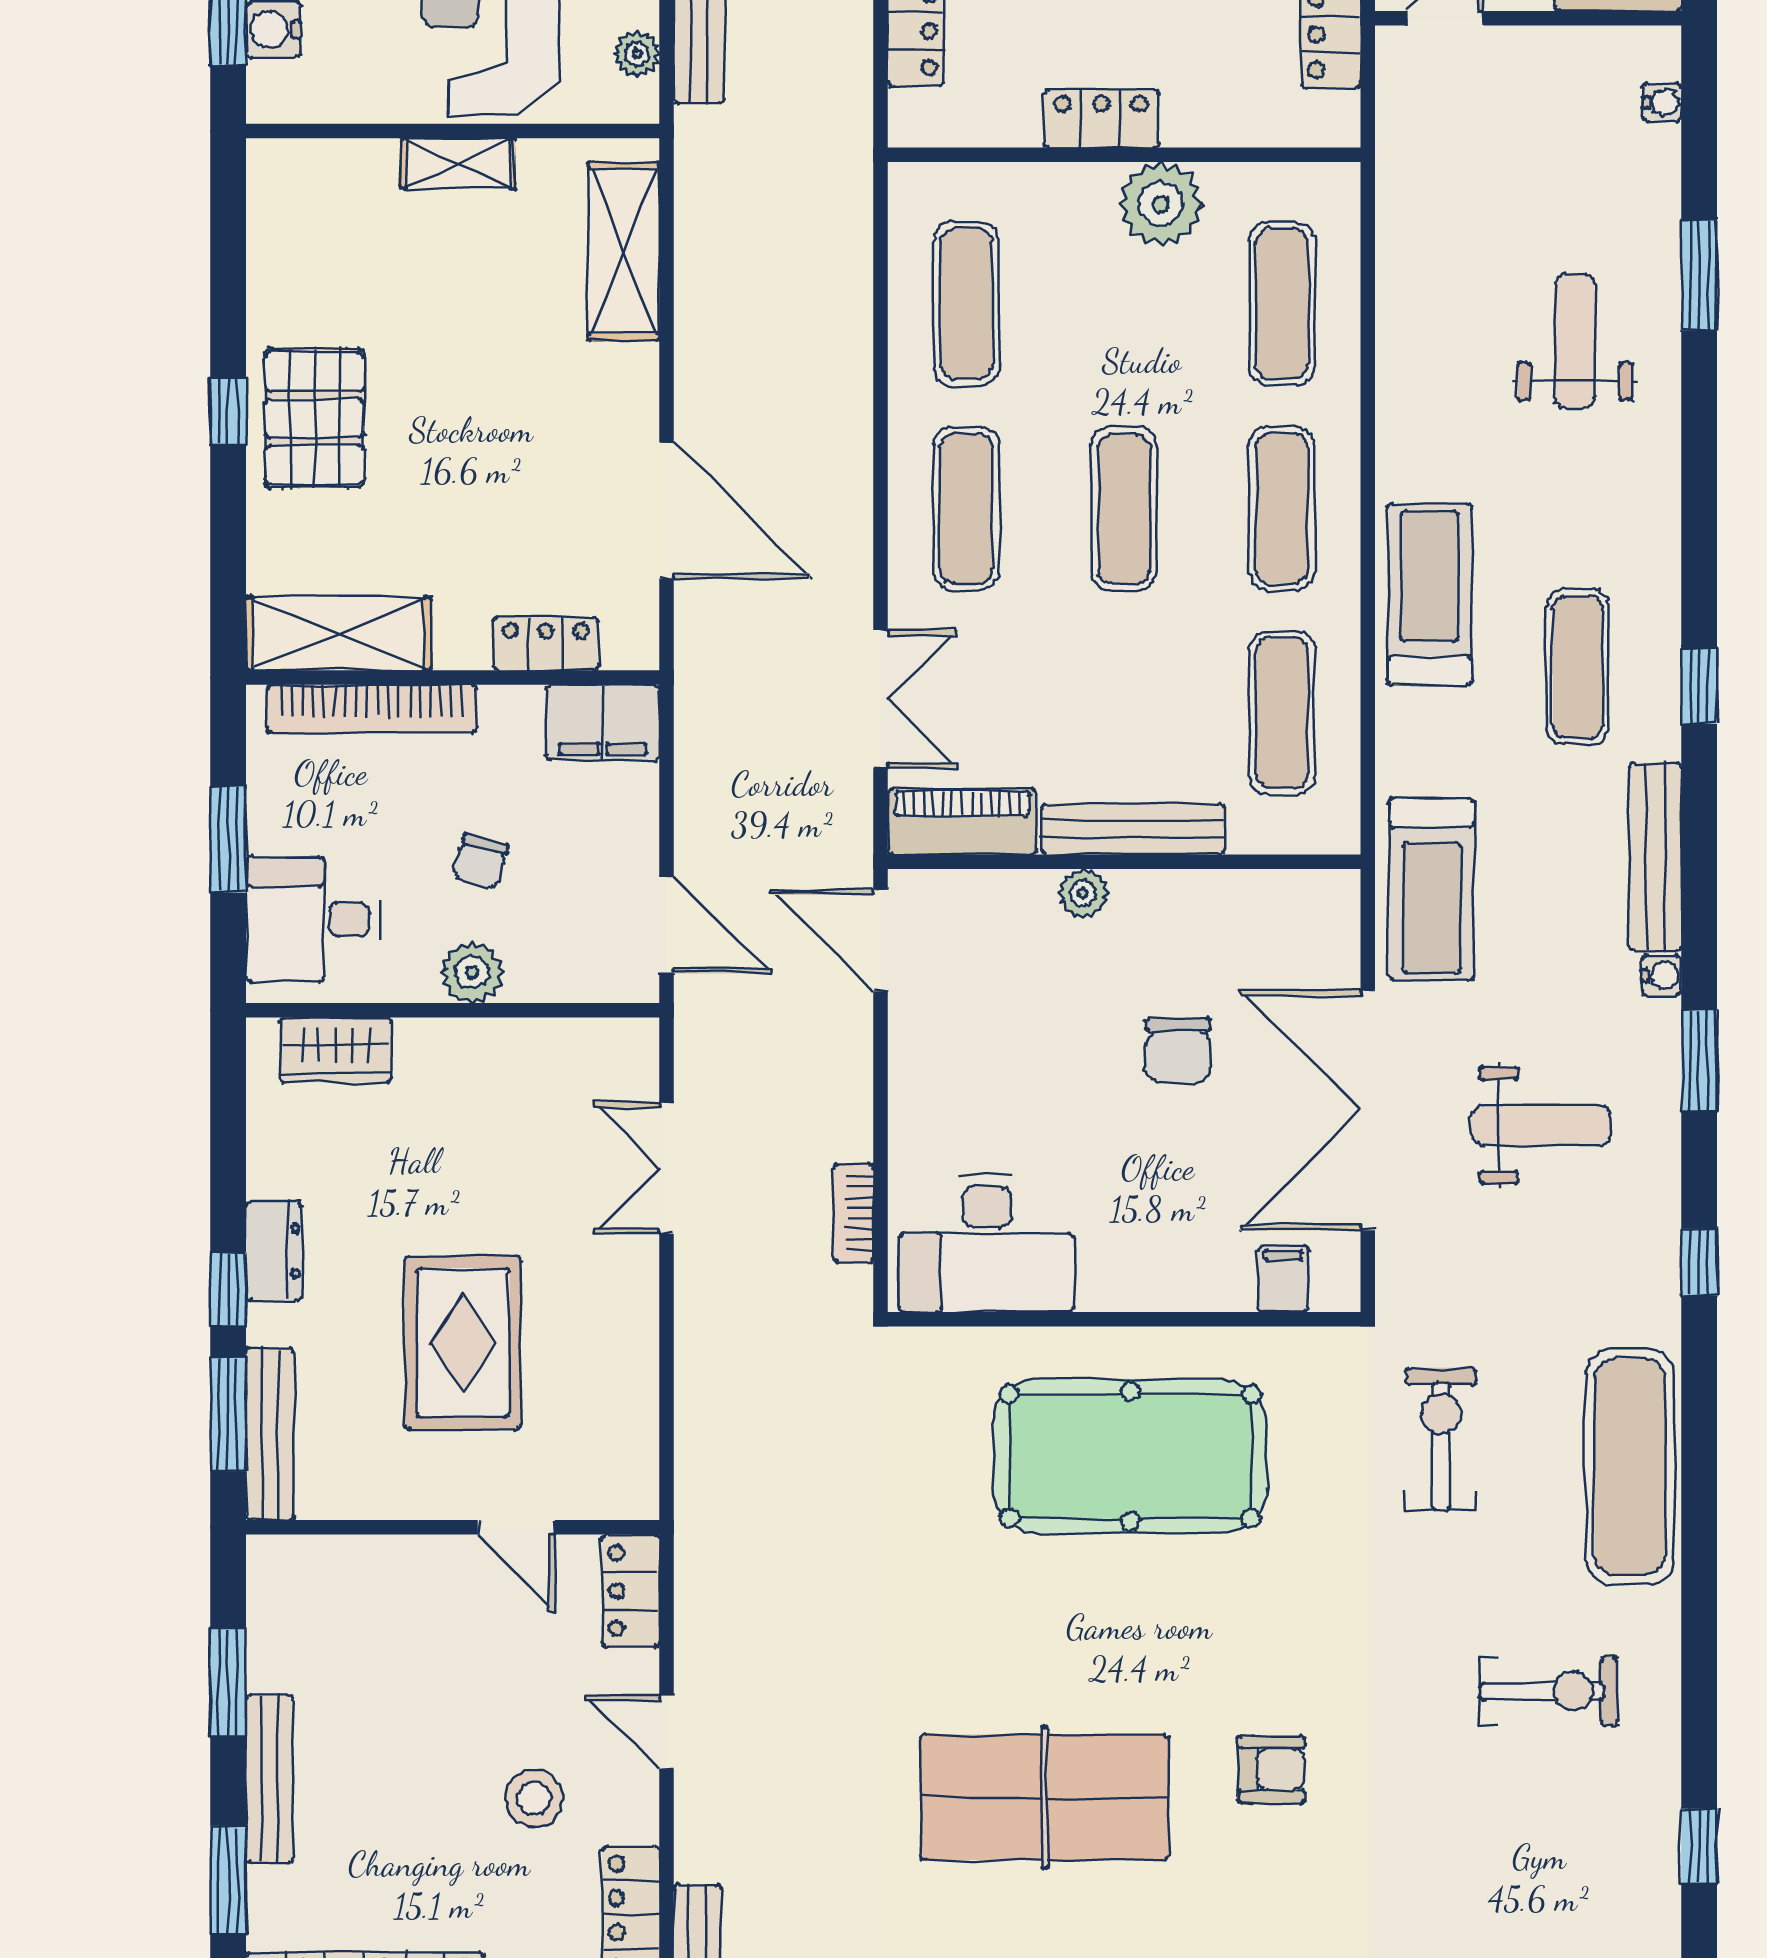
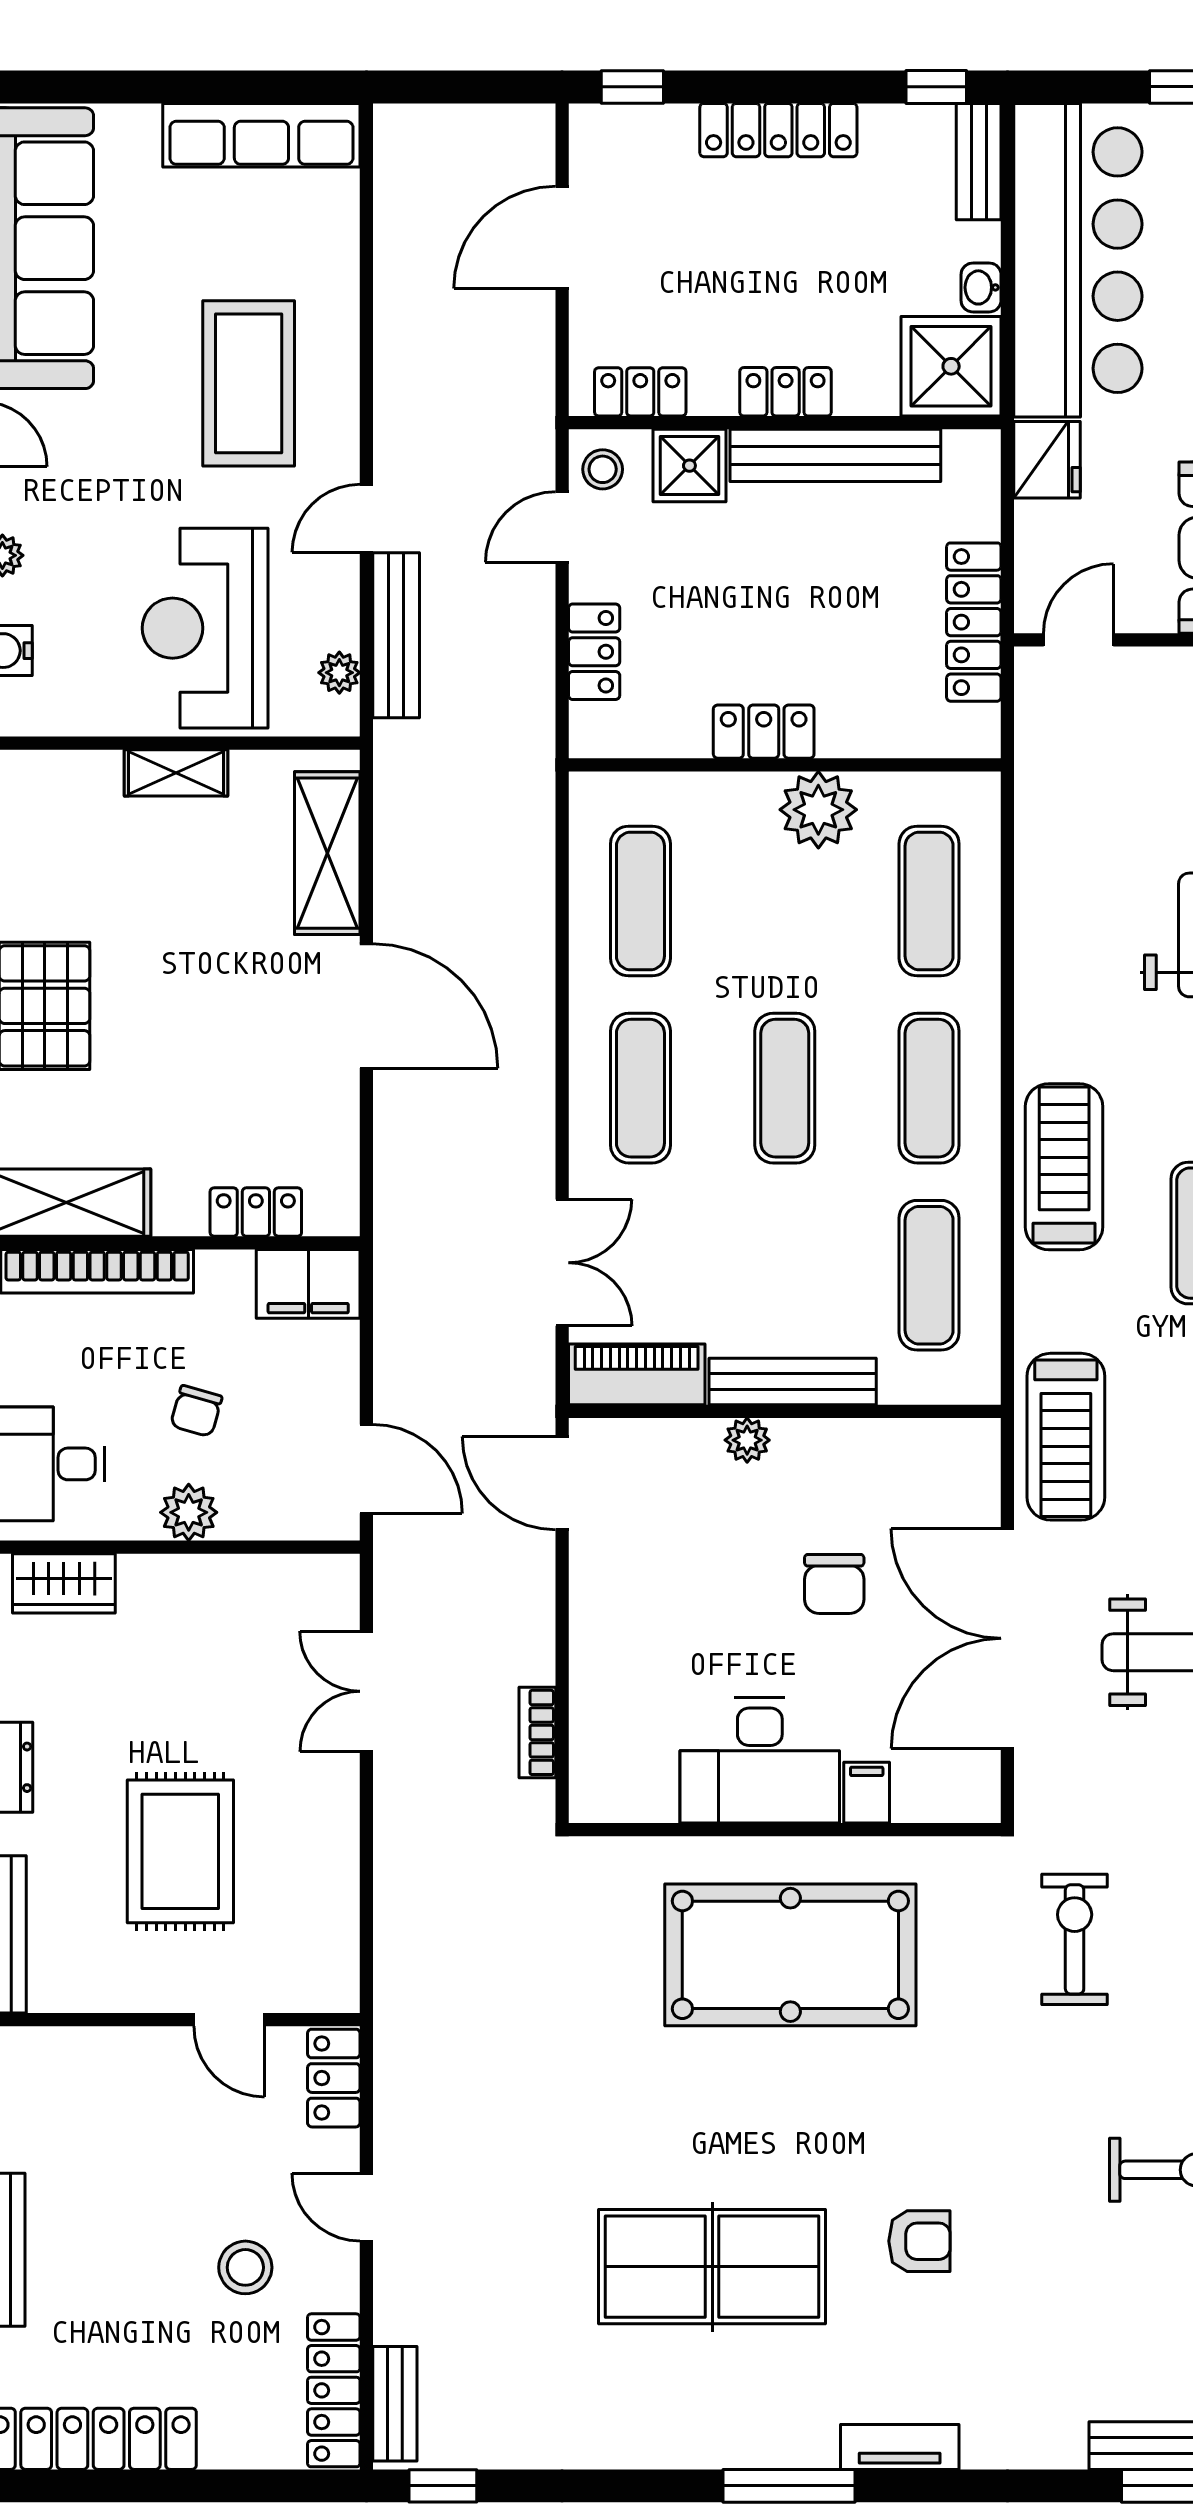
door: (667, 511) -> (366, 1006), moved
desk: (987, 1244) -> (760, 1761), moved
filing cabinet: (1283, 1279) -> (867, 1793), moved

